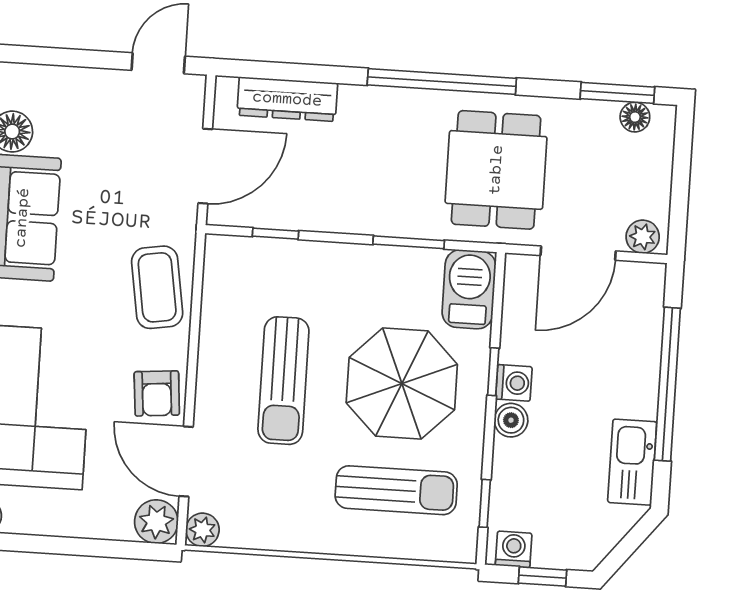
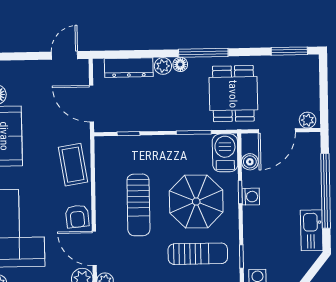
window: (442, 82) -> (203, 53), width x0.68
plant: (357, 102) -> (163, 66), added
floor lamp: (635, 117) -> (180, 64), moved
door: (205, 166) -> (92, 104), swing flipped
boiler: (511, 420) -> (250, 162), moved

